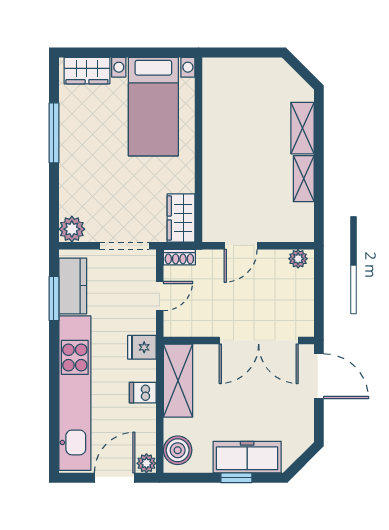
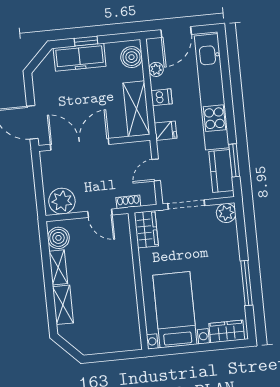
boiler: (300, 218) -> (58, 238), added
door: (241, 246) -> (100, 213), swing flipped
shoe rack: (179, 257) -> (128, 202), moved
plant: (298, 259) -> (62, 201), width x1.87, depth x1.87
plant: (146, 463) -> (156, 69), moved

